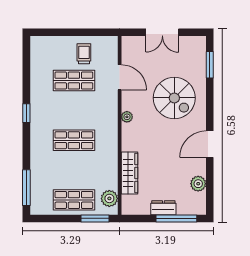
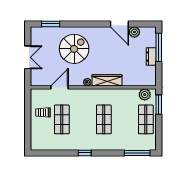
door: (210, 144) -> (119, 24), moved
wardrobe: (129, 173) -> (107, 80), moved

